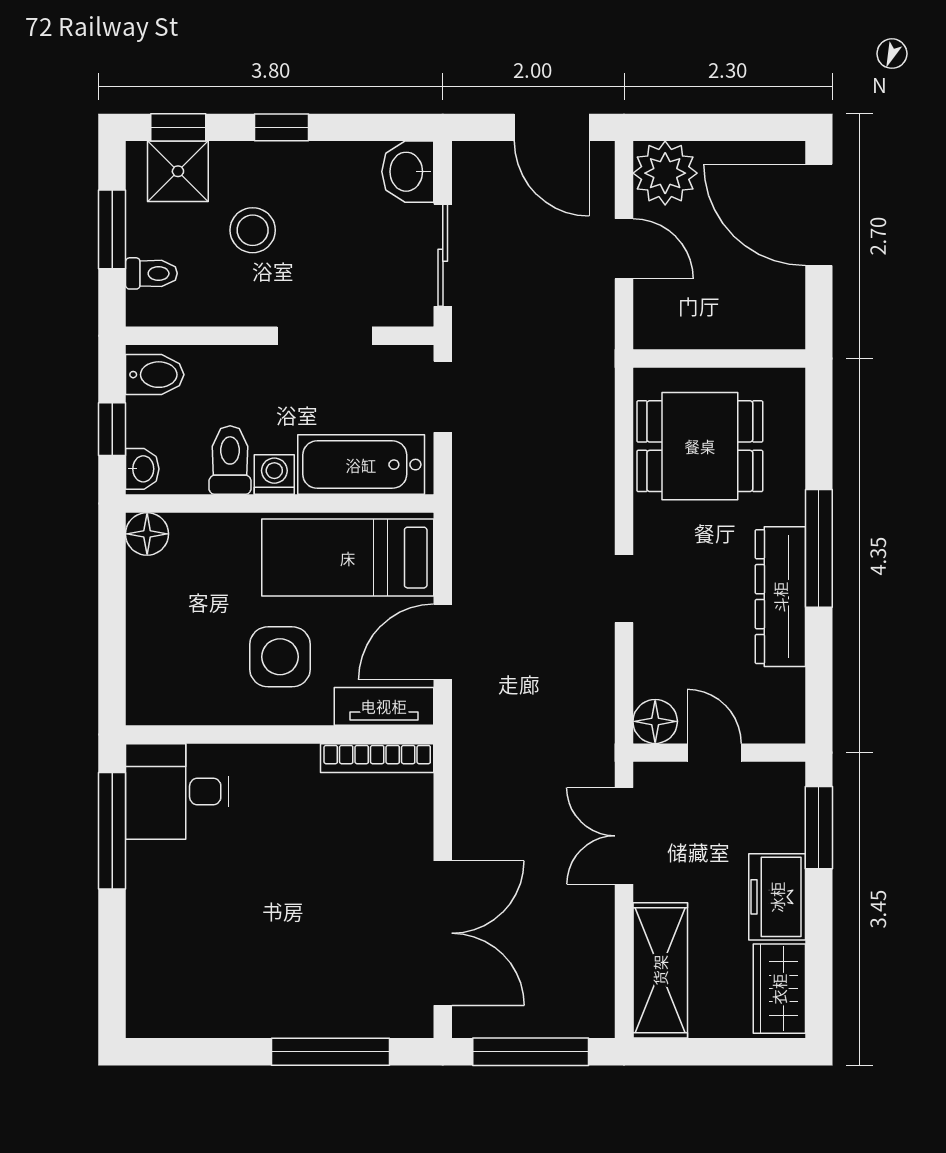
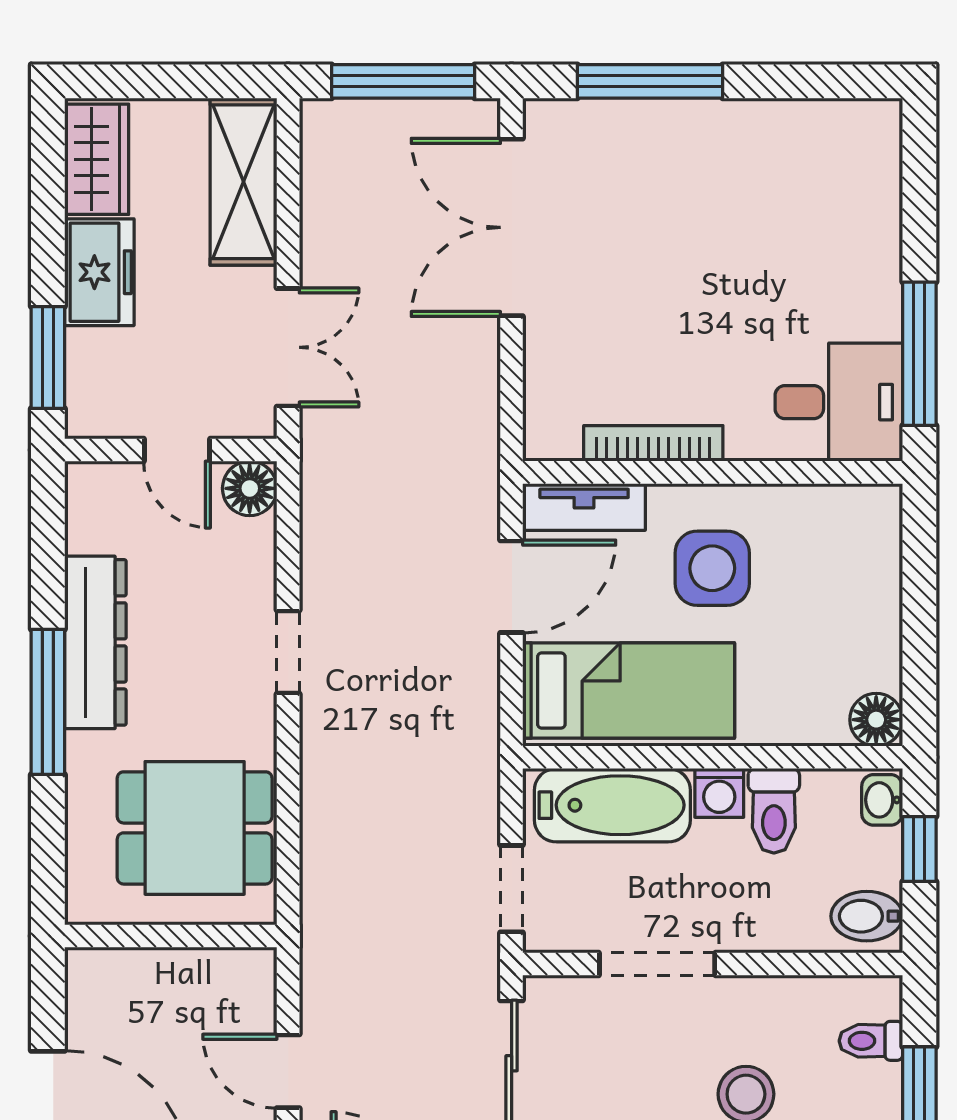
bookcase: (377, 758) -> (653, 443), moved

